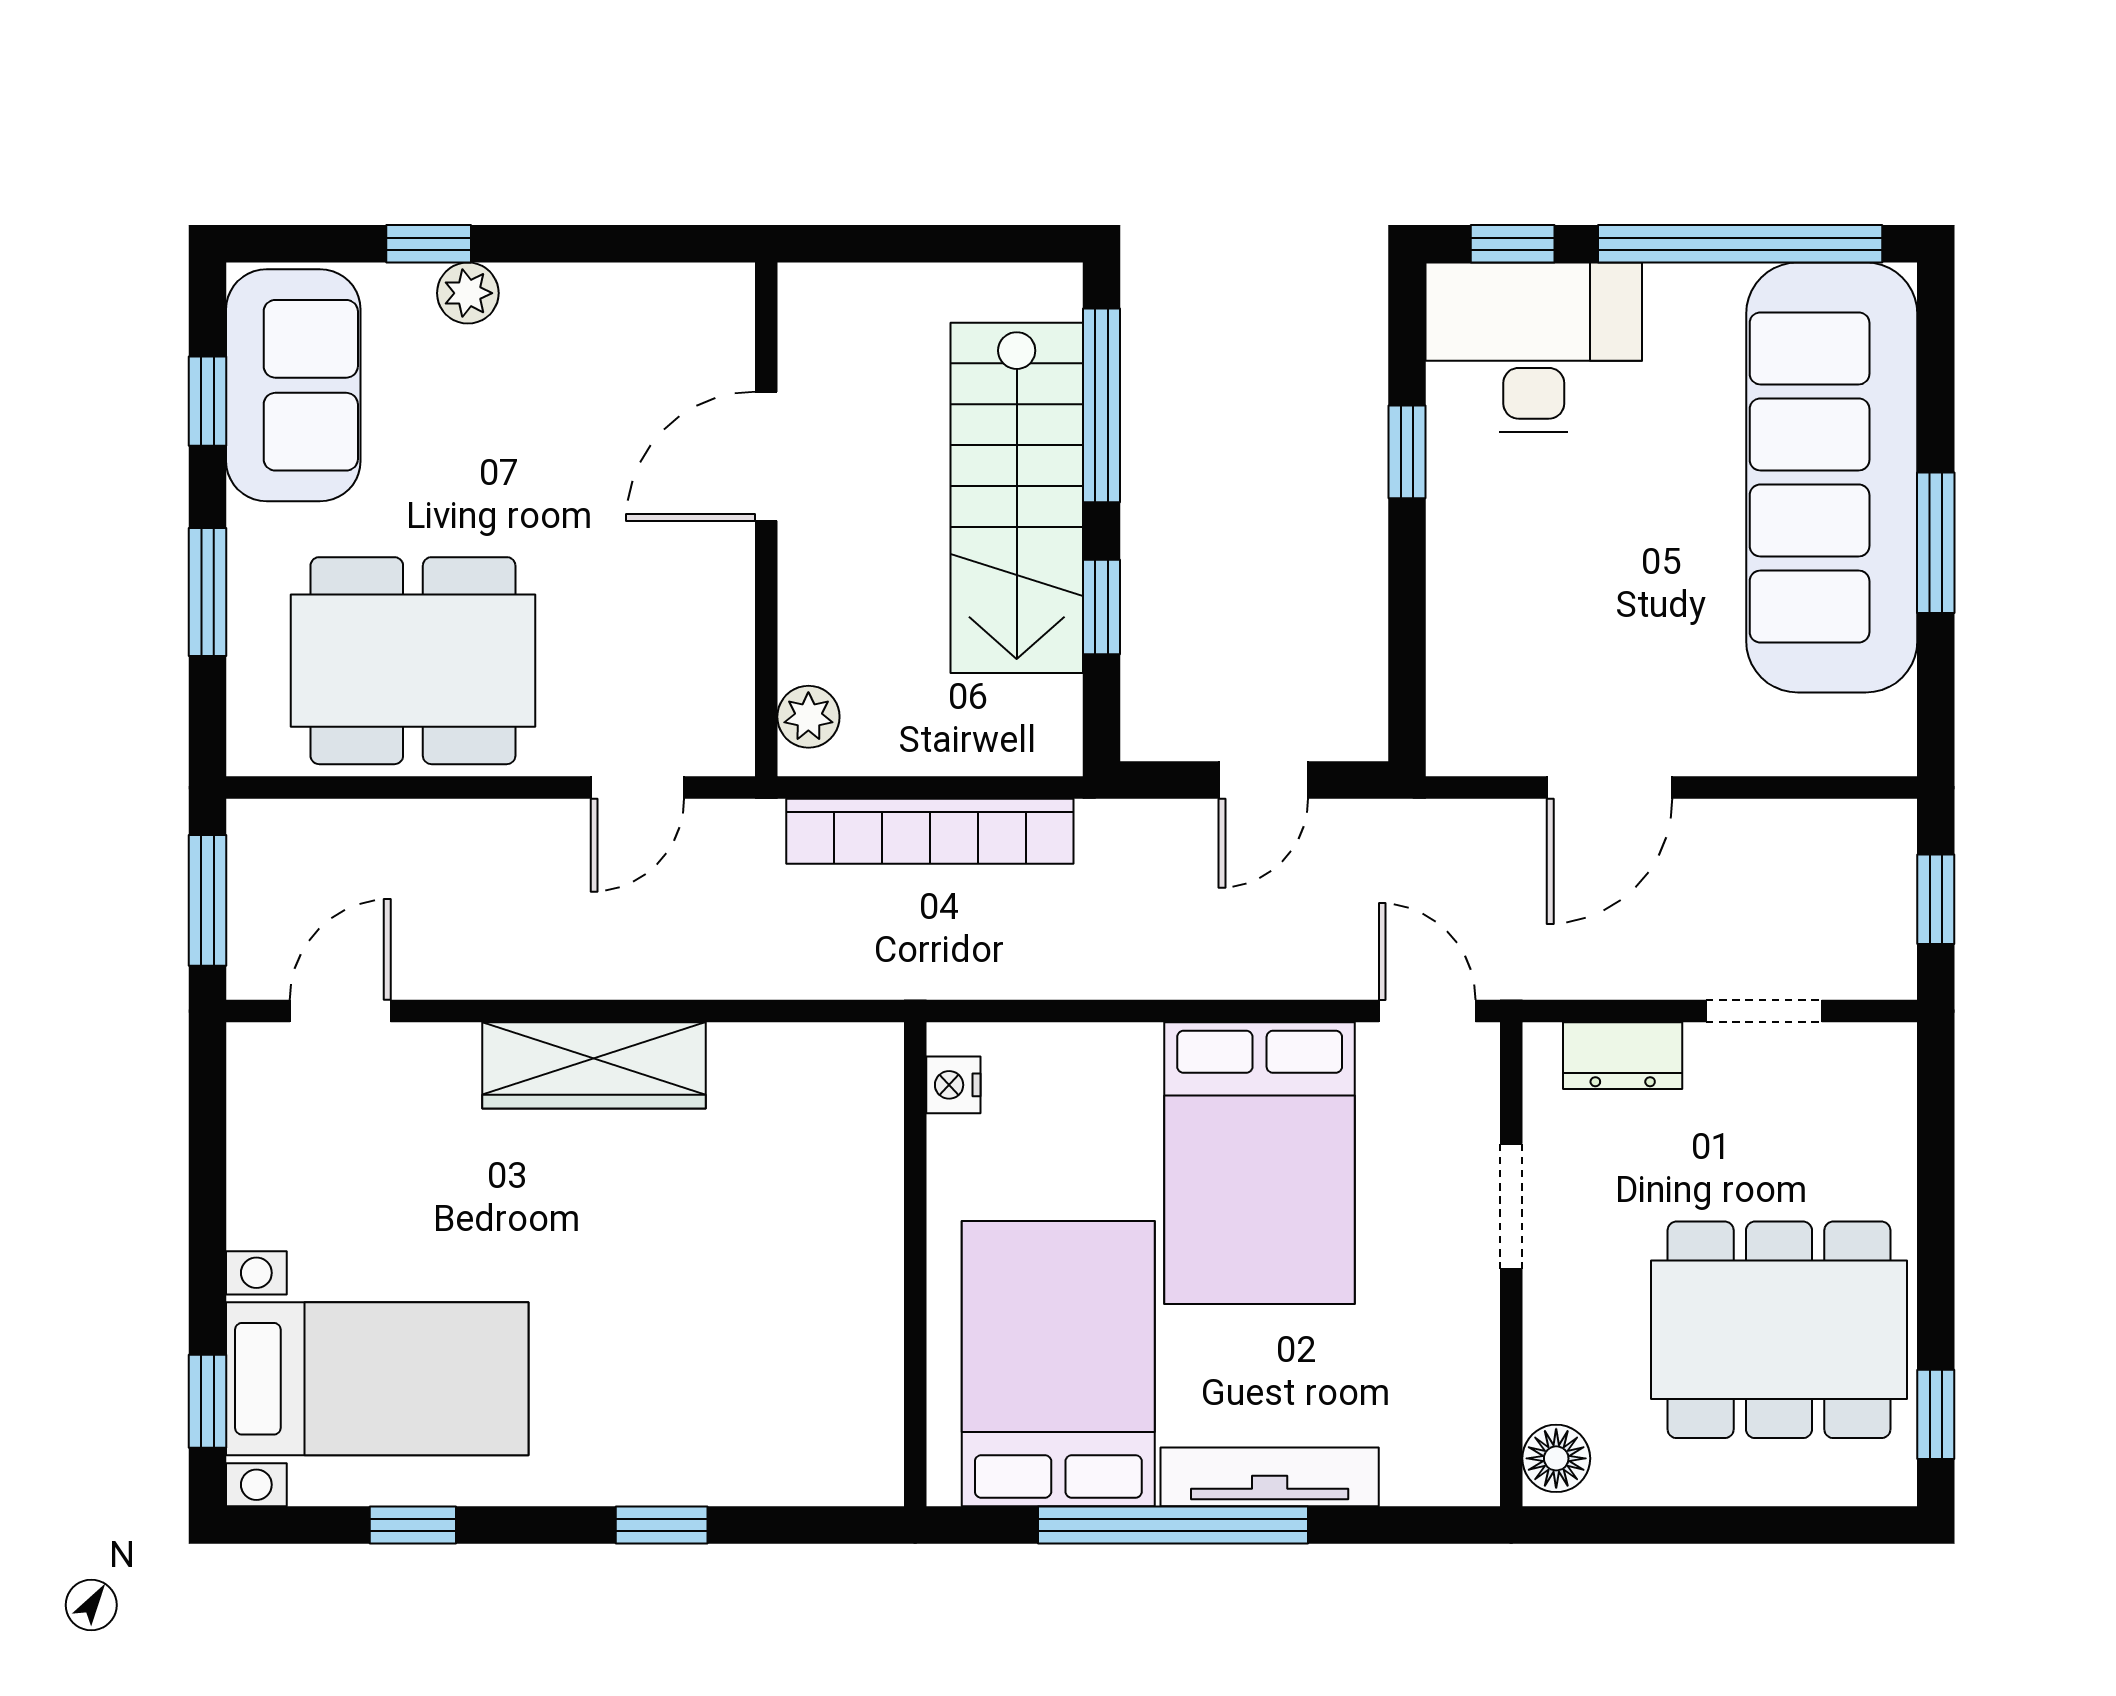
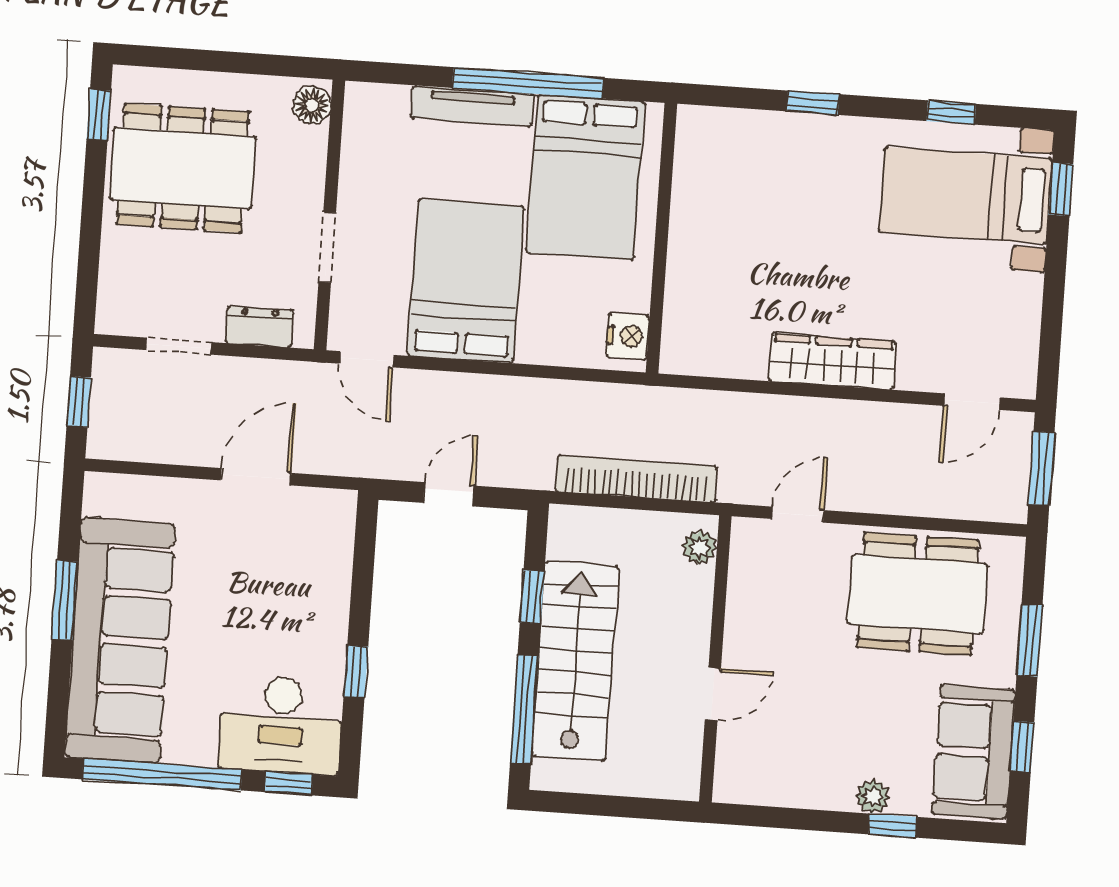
door: (766, 456) -> (713, 694), width x0.73
nightstand: (953, 1085) -> (628, 336), width x1.39, depth x1.35

